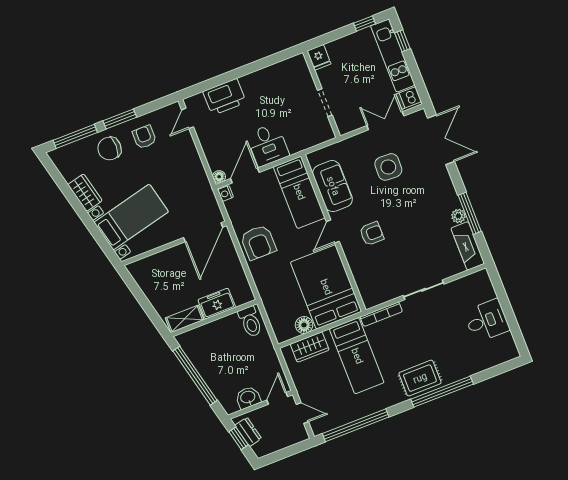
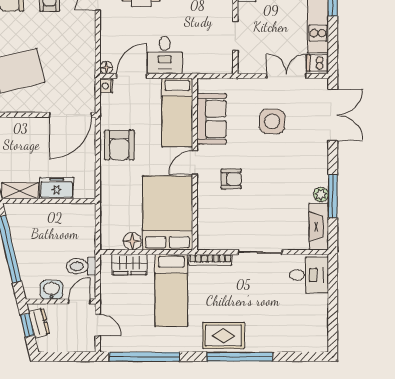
desk: (487, 321) -> (309, 275), moved
toilet: (250, 322) -> (81, 266), moved, turned 90

